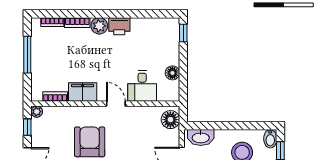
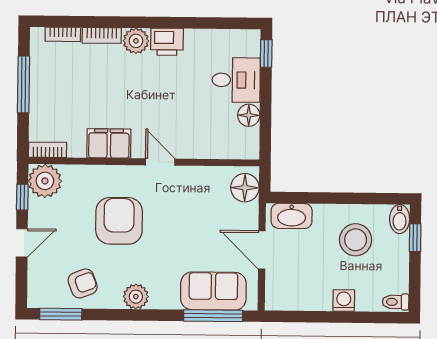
desk: (142, 86) -> (236, 80), moved, turned -90
bookcase: (55, 97) -> (48, 150), moved
plant: (37, 112) -> (45, 181), width x1.87, depth x1.87

